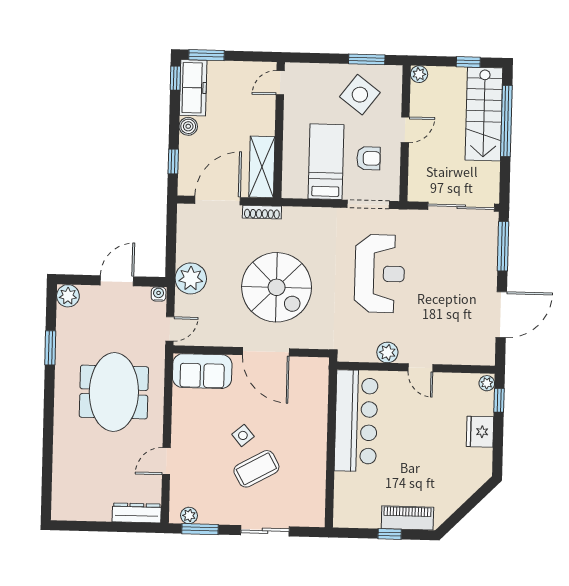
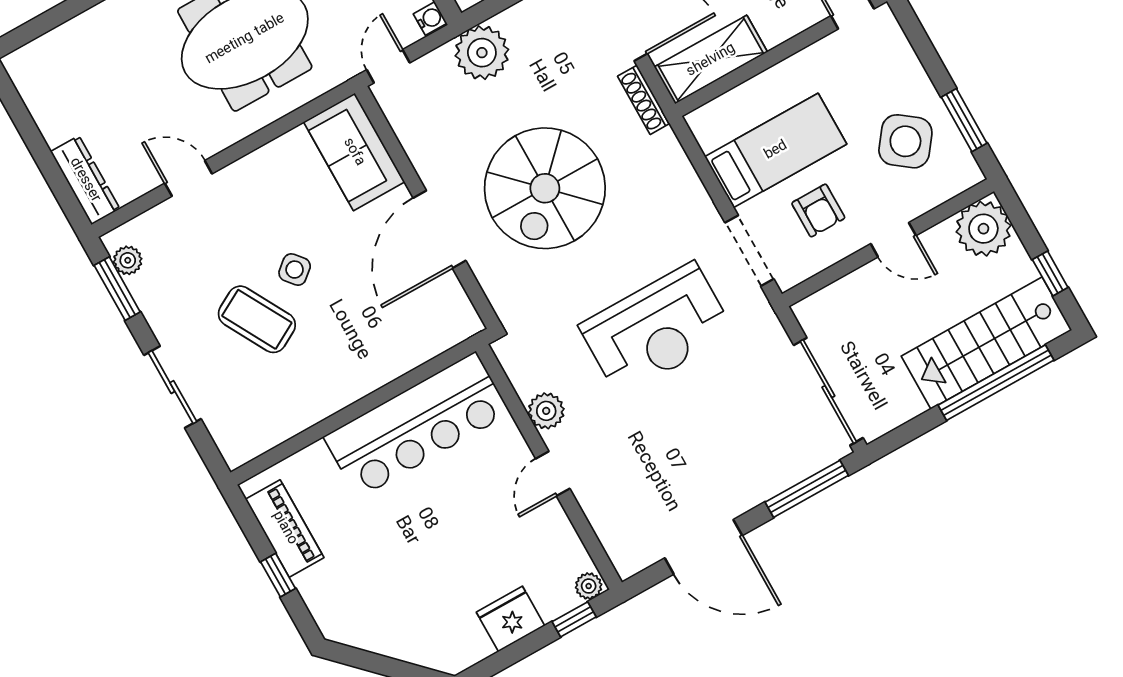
plant: (419, 74) -> (983, 229), width x1.88, depth x1.88
door: (170, 329) -> (388, 66), swing flipped
piano: (407, 518) -> (285, 528), moved

